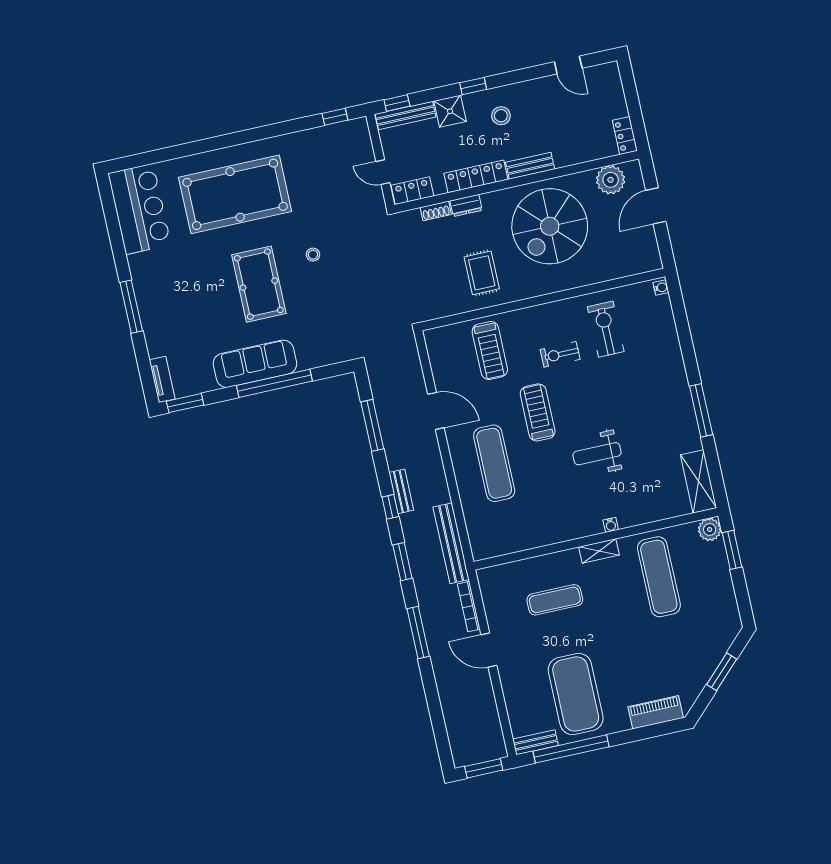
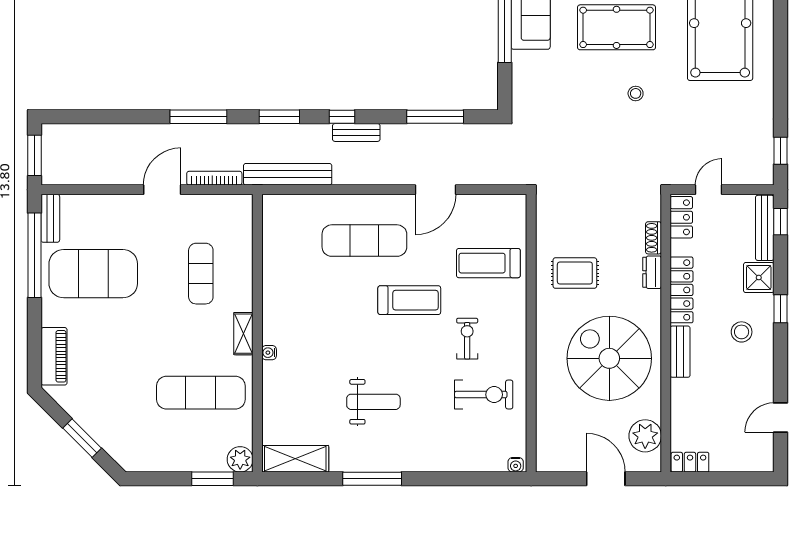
weight bench: (597, 454) -> (373, 402), moved, turned 90

